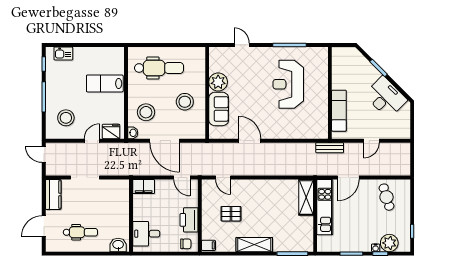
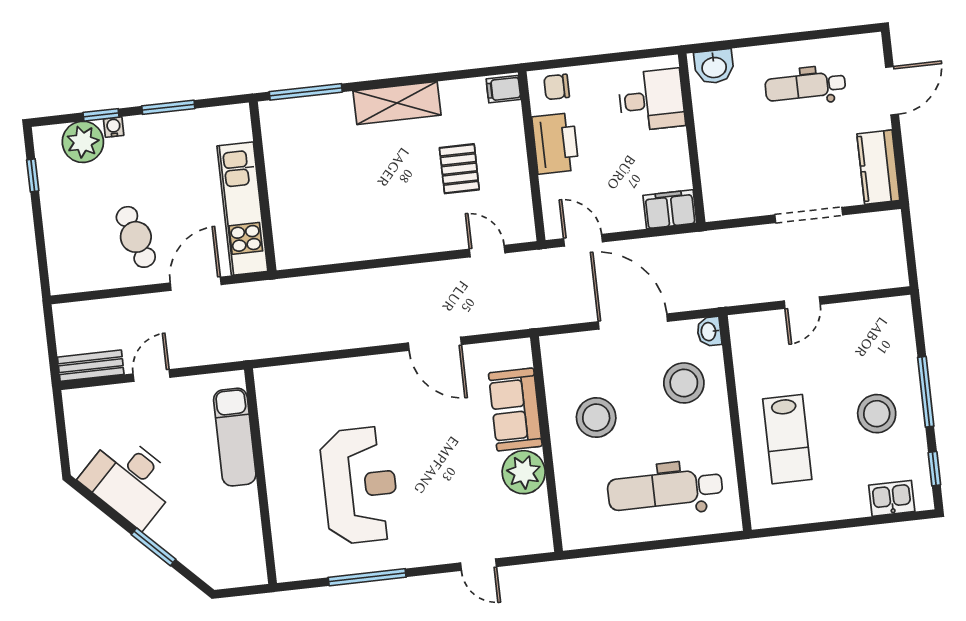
lab bench: (105, 83) -> (787, 439), turned 90
stool: (66, 118) -> (877, 414), moved
fridge: (111, 131) -> (760, 329), removed
bench: (330, 148) -> (91, 366), moved
door: (44, 154) -> (911, 258), removed
shelving: (306, 197) -> (289, 226), removed
cafe table: (386, 197) -> (136, 237), moved
pallet: (231, 214) -> (459, 169), turned 90

